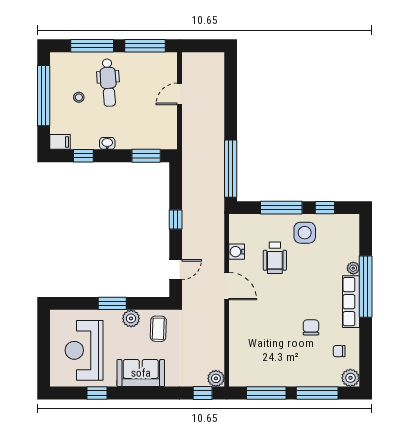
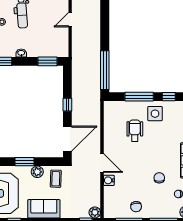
water cooler: (237, 252) -> (109, 180), moved
wheelchair: (275, 258) -> (135, 131), turned 180
door: (176, 270) -> (67, 139), width x1.87
door: (227, 286) -> (102, 163), moved
chair: (277, 370) -> (136, 207), added

